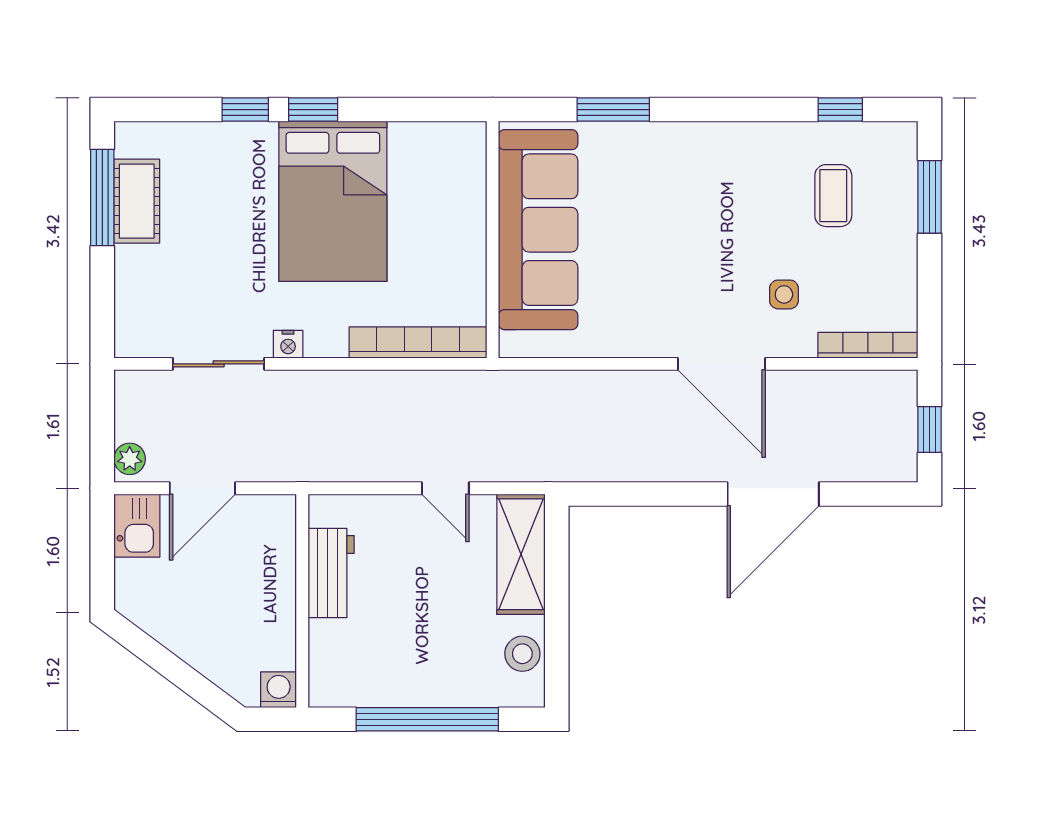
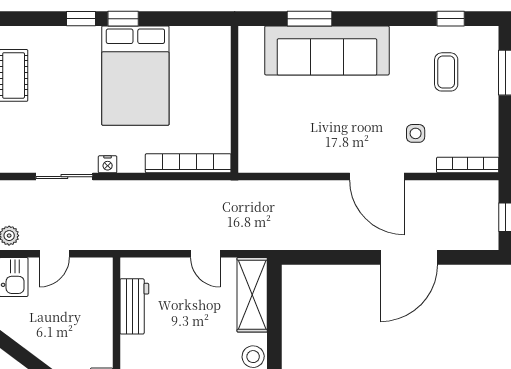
sofa: (538, 230) -> (327, 50), moved, turned 90
door: (202, 488) -> (54, 254), width x0.73

